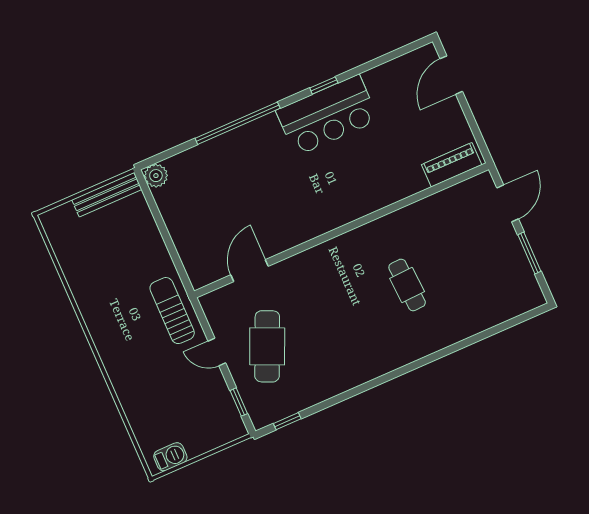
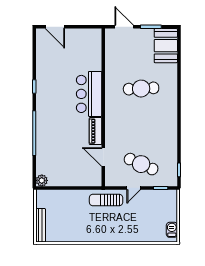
bar counter: (327, 115) -> (89, 94), moved, turned 180
piano: (452, 165) -> (96, 131), moved
bench: (107, 195) -> (41, 225), moved
cafe table: (407, 285) -> (141, 89), width x1.37, depth x1.35
booth: (507, 296) -> (166, 46), added

